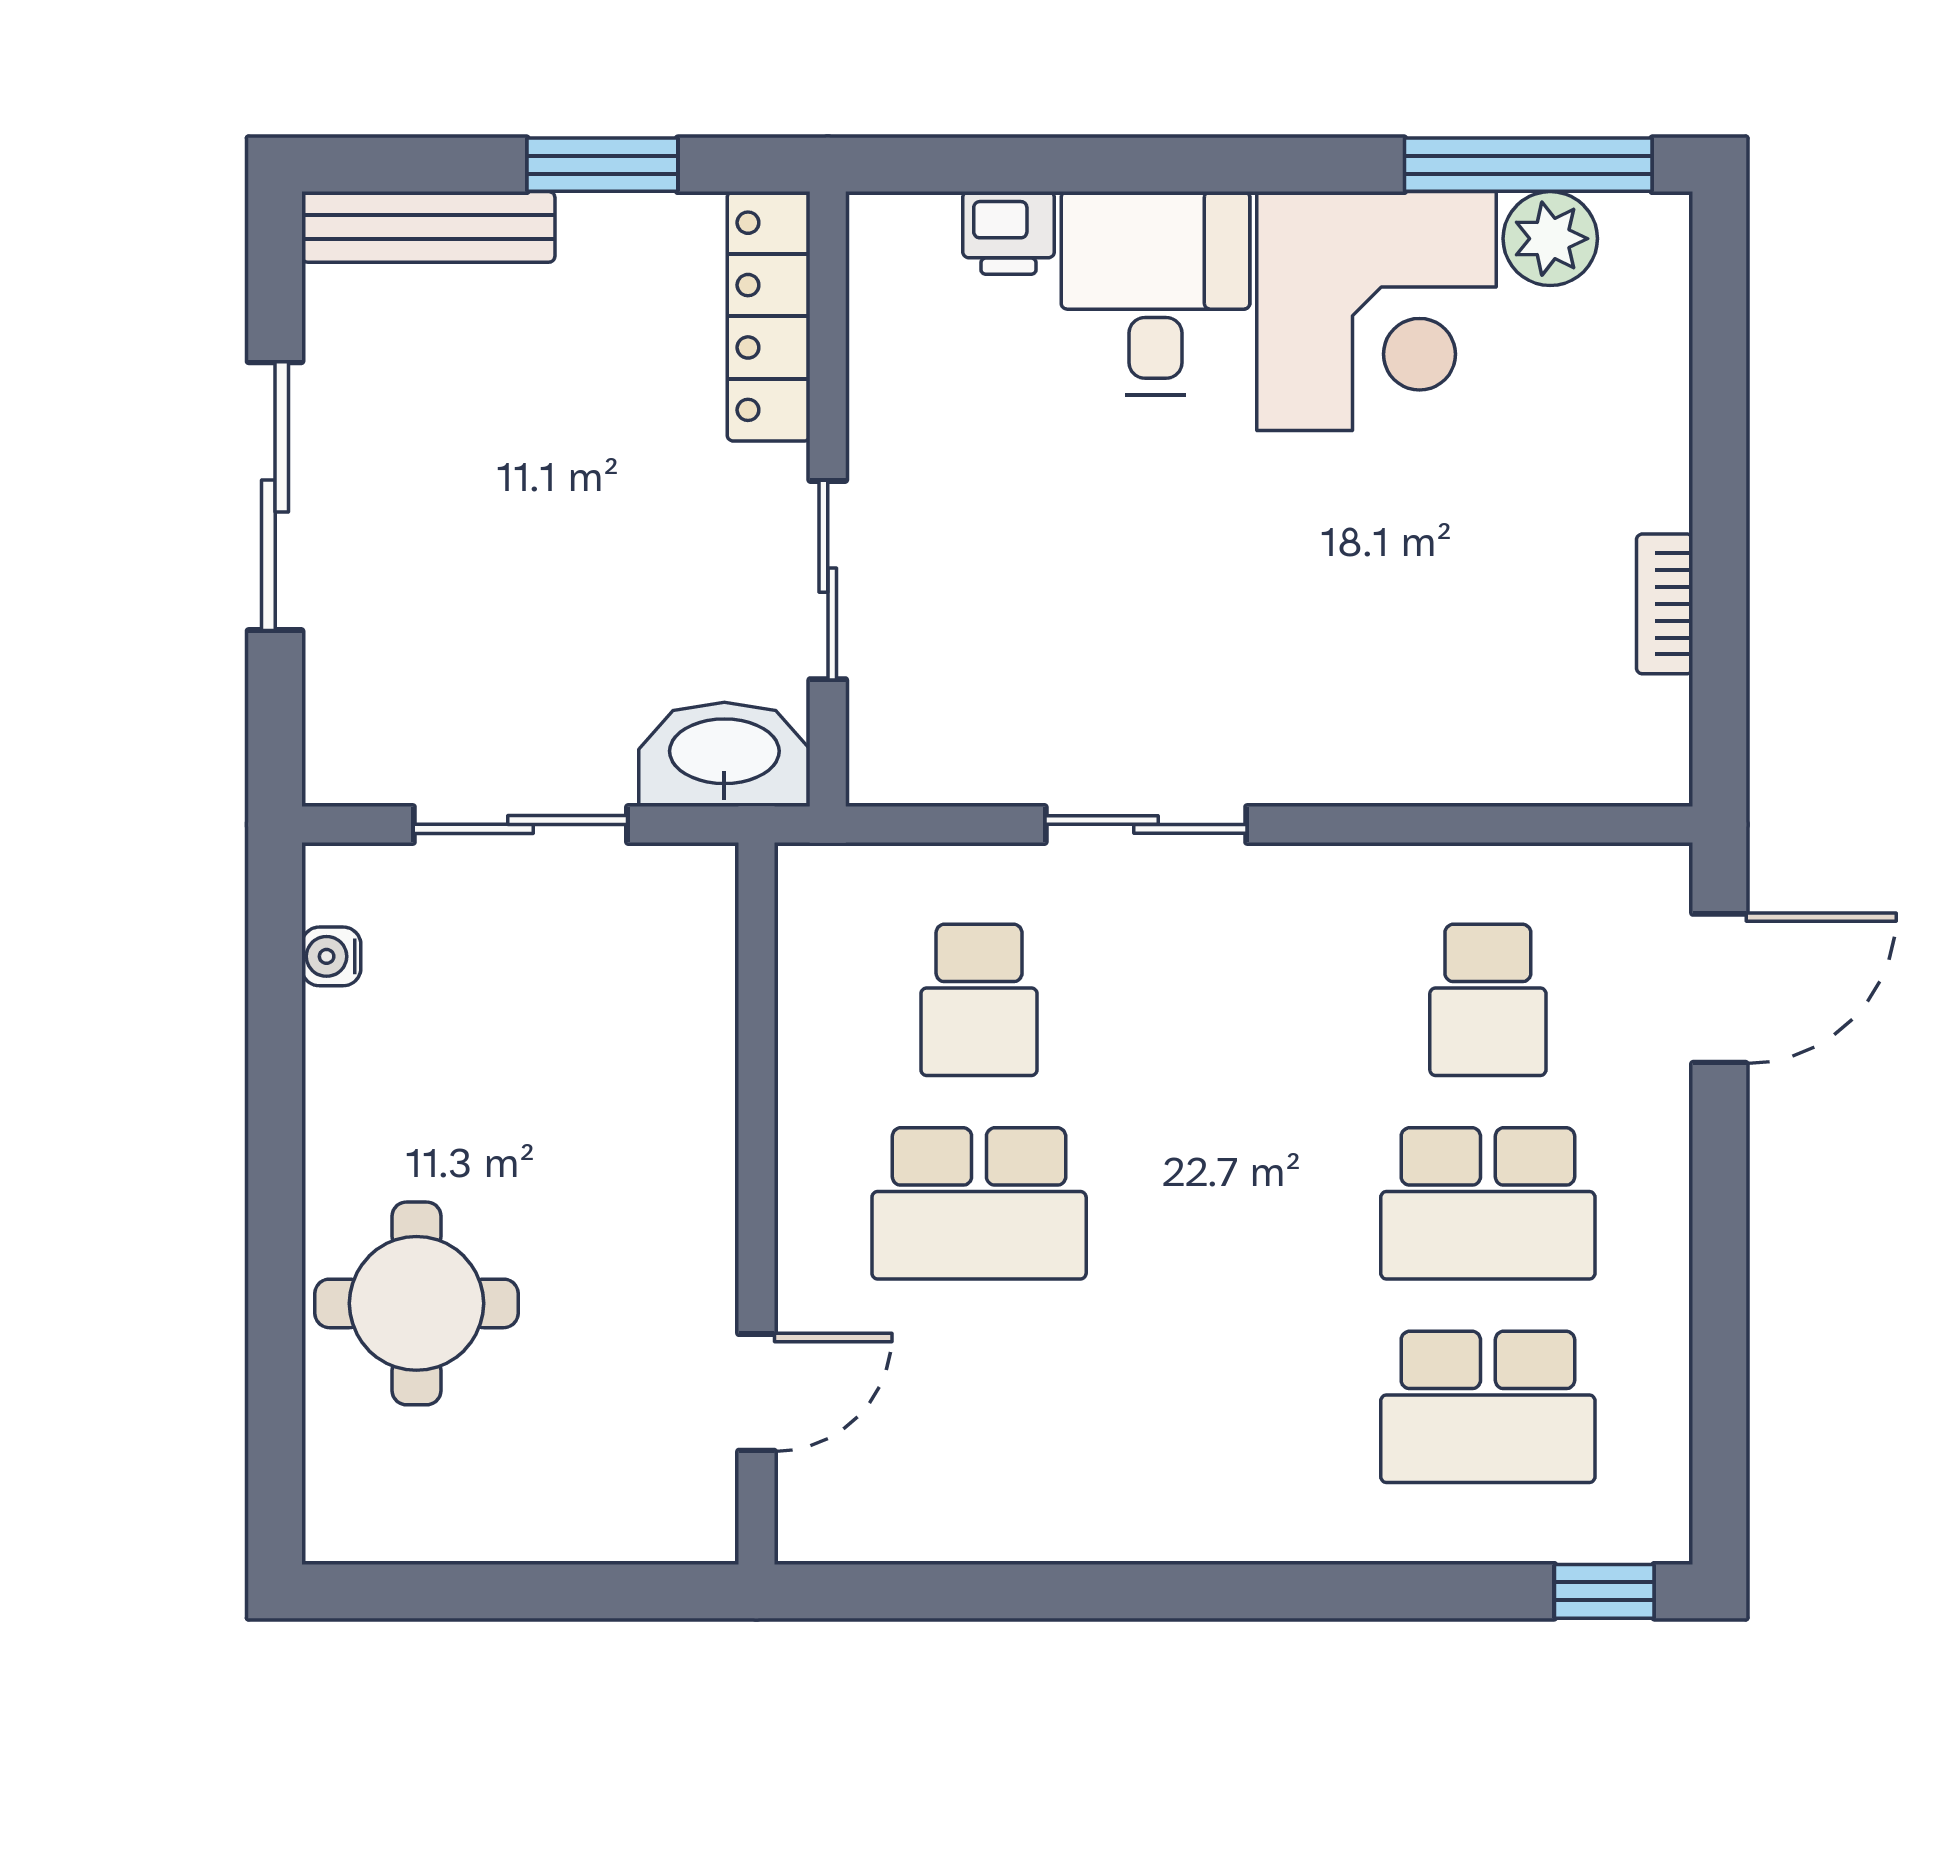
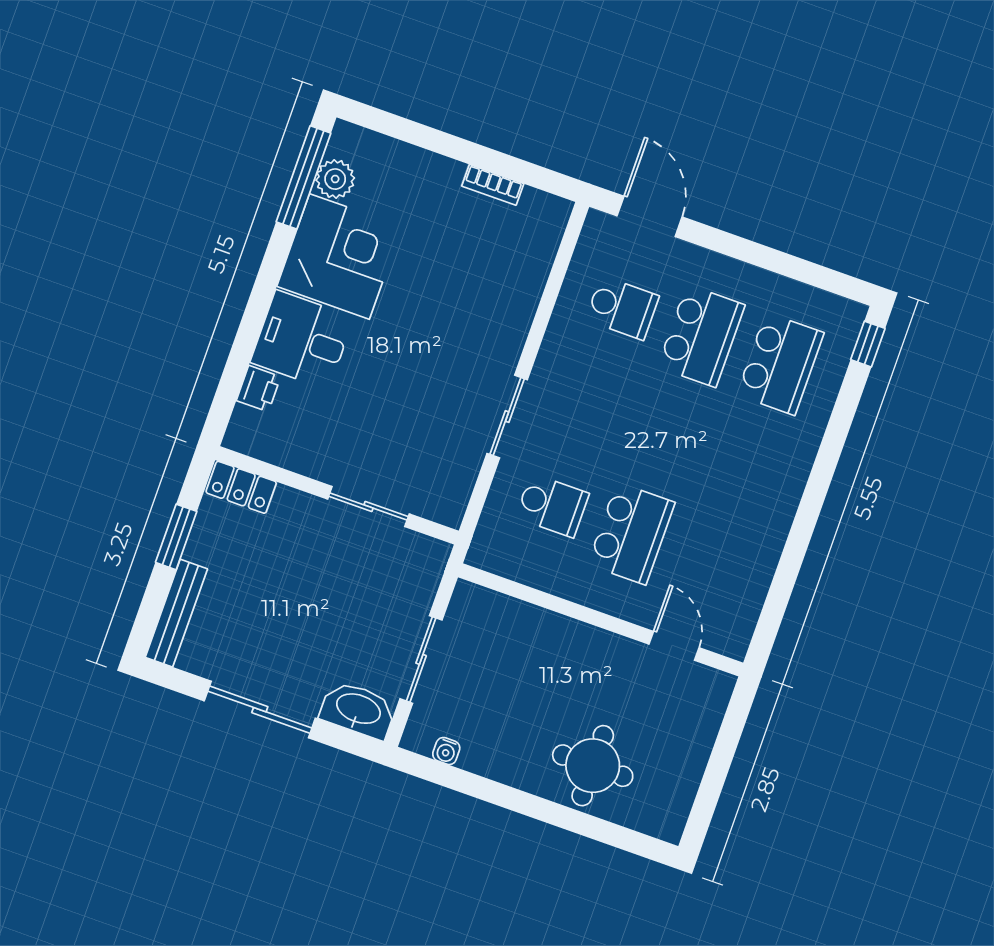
locker: (769, 316) -> (241, 487), width x0.66
washbasin: (724, 754) -> (358, 710), moved, turned 90

